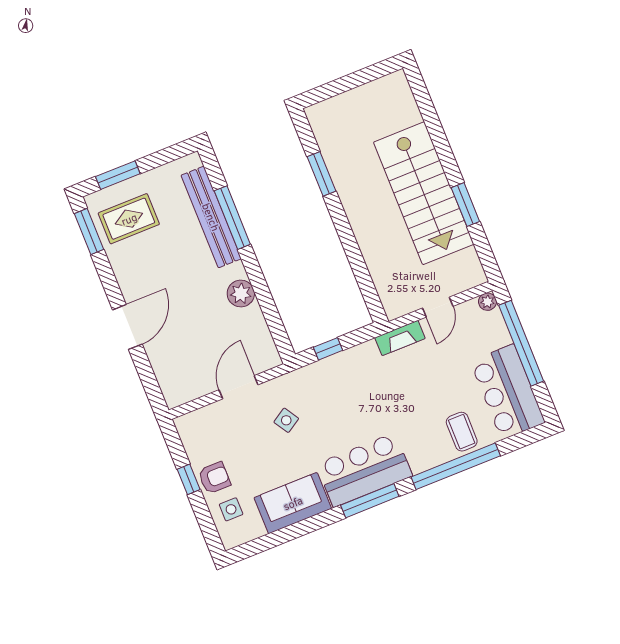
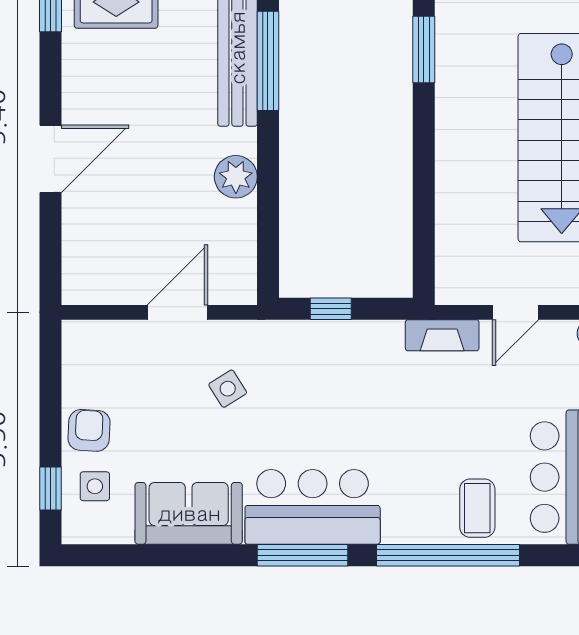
armchair: (214, 478) -> (89, 430), turned -87
window: (189, 479) -> (50, 489), moved

